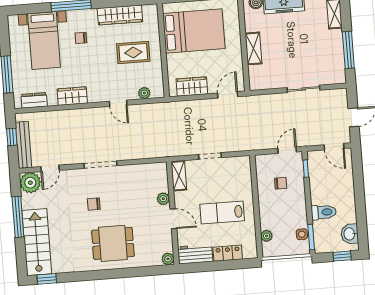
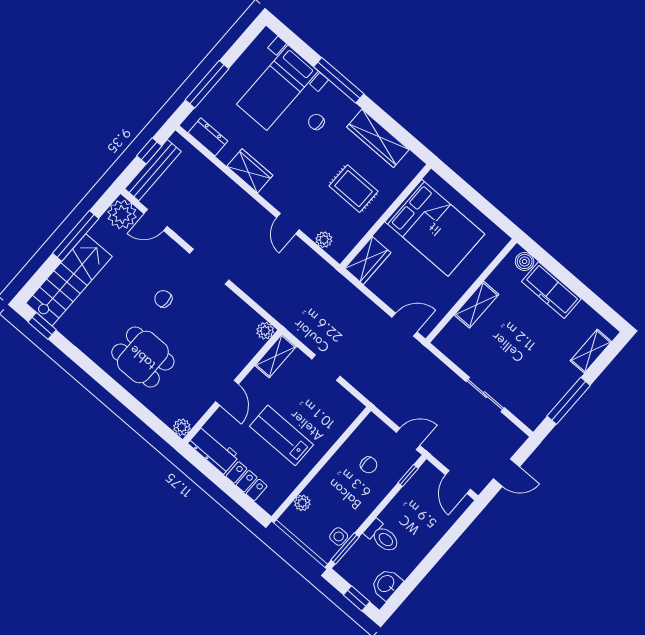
wardrobe: (192, 87) -> (368, 260), moved, turned 90
plant: (163, 199) -> (265, 331), moved

